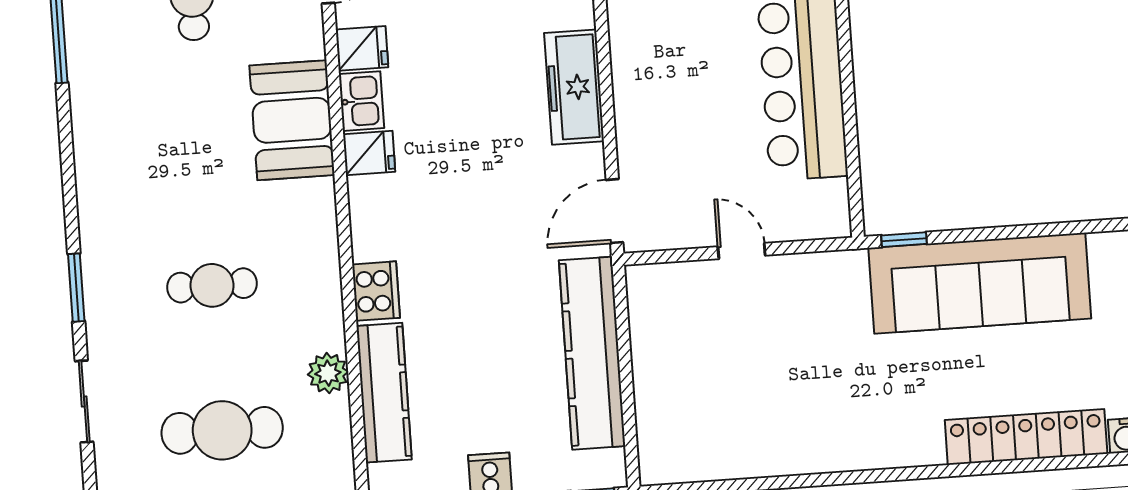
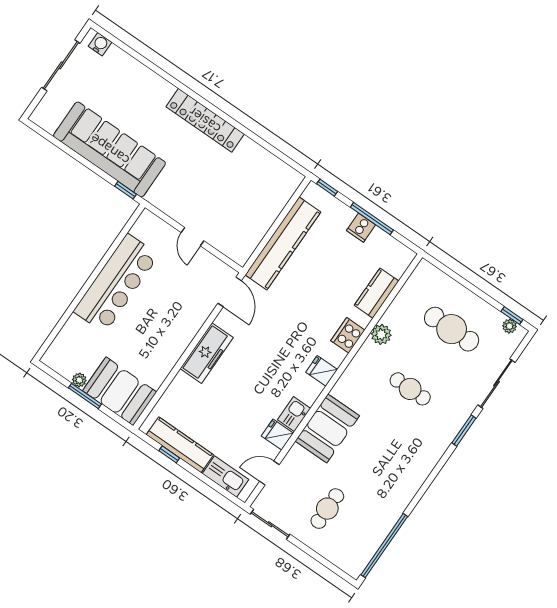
fridge: (369, 153) -> (322, 371), moved
door: (615, 211) -> (230, 292), hinge flipped
plant: (328, 373) -> (381, 334), moved
kitchen counter: (384, 393) -> (377, 293), width x0.67
sliding door: (84, 401) -> (496, 384), width x1.37
locker: (1026, 437) -> (205, 120), moved

